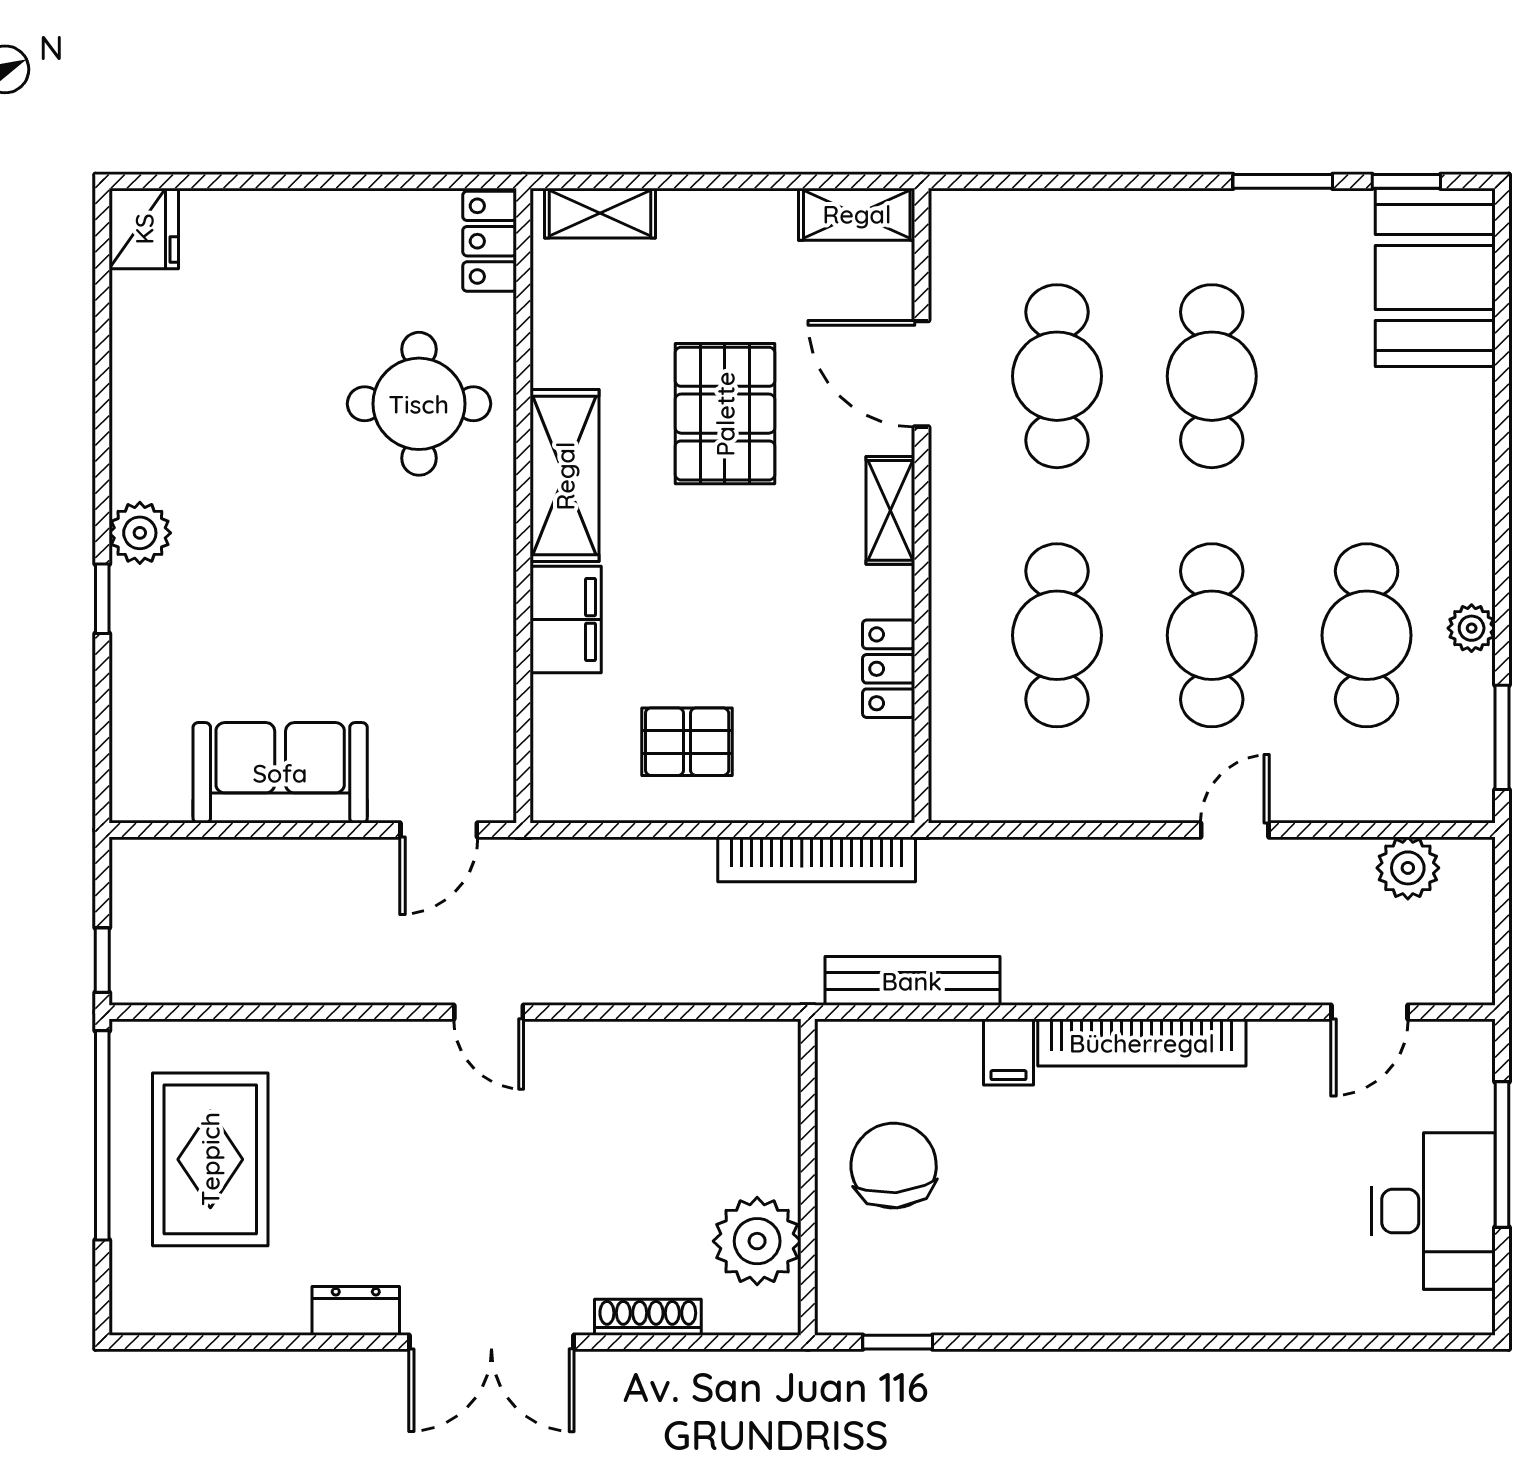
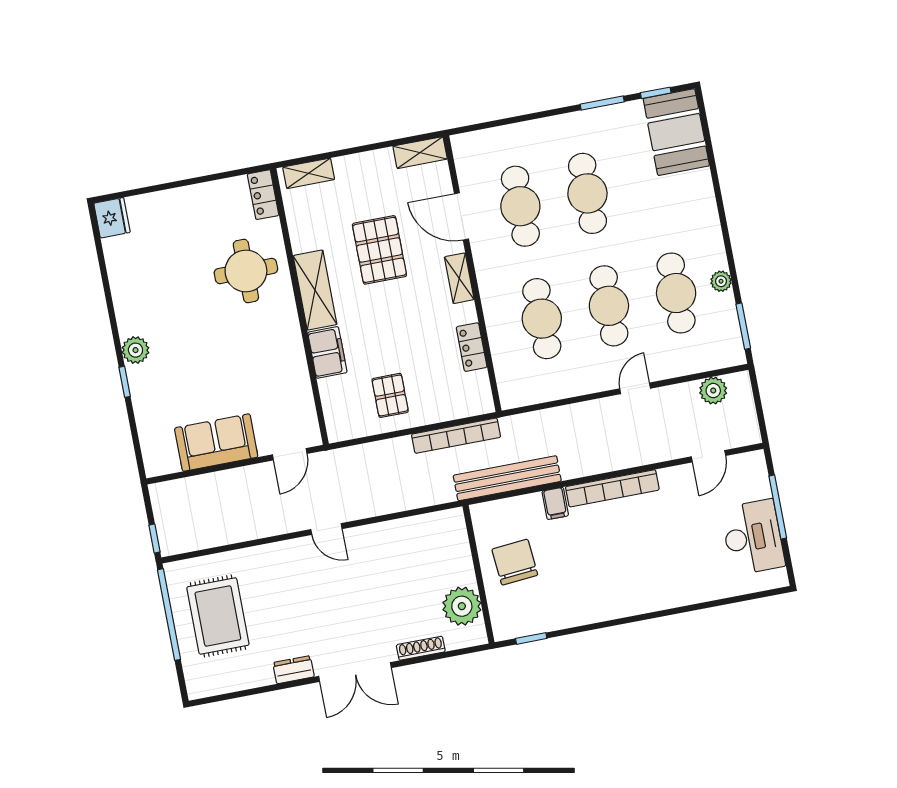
pallet: (687, 742) -> (390, 395), turned 90
bench: (912, 981) -> (507, 478), width x1.37, depth x1.21

